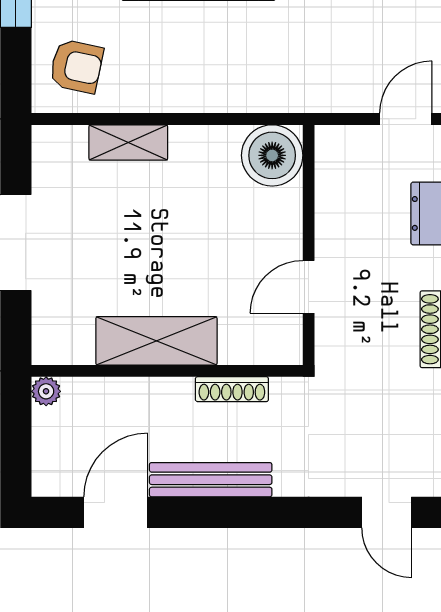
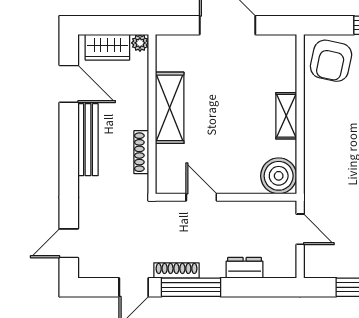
armchair: (76, 66) -> (331, 61), width x1.38, depth x1.38
door: (406, 119) -> (300, 229), moved
shelving: (128, 142) -> (286, 116), moved
wardrobe: (53, 447) -> (107, 47), added

